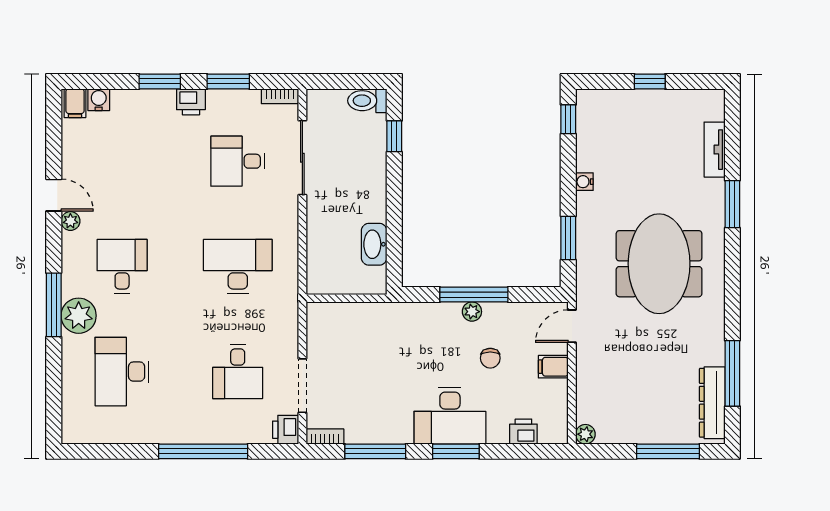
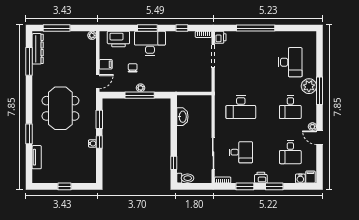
window: (568, 119) -> (99, 142), moved
desk: (238, 372) -> (290, 152), moved, turned 180
printer: (523, 432) -> (118, 39), width x1.87, depth x1.48
window: (375, 451) -> (182, 28), width x0.46

